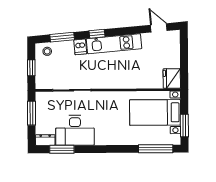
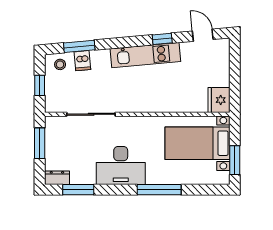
window: (97, 34) -> (162, 39), moved
dishwasher: (80, 47) -> (82, 61), moved
desk: (75, 130) -> (121, 166), moved
window: (156, 149) -> (159, 190), moved

